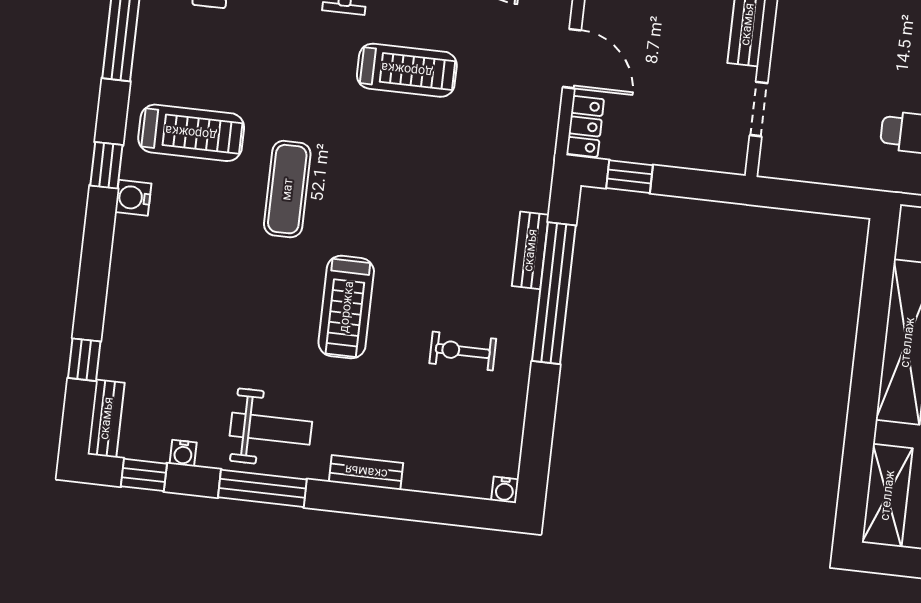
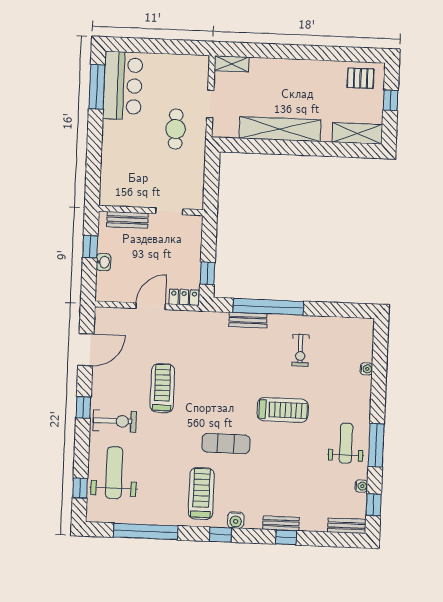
window: (84, 360) -> (286, 537), moved
bench: (366, 472) -> (281, 523), moved, turned 90
water cooler: (505, 490) -> (366, 369), moved

